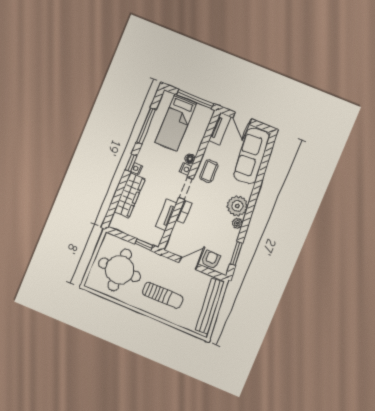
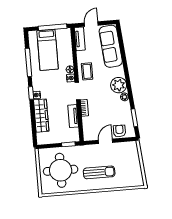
door: (242, 118) -> (91, 24), swing flipped
bench: (210, 306) -> (135, 163), removed

